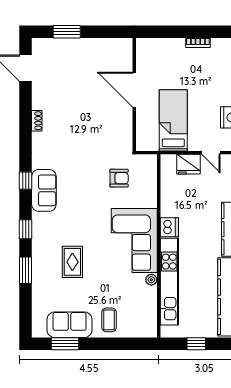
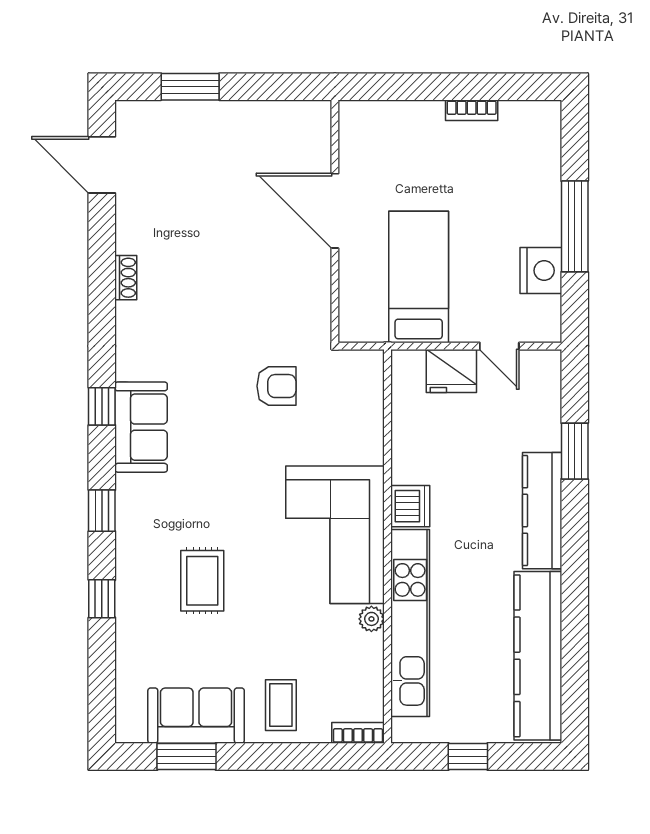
armchair: (119, 178) -> (276, 386), moved
window: (26, 270) -> (102, 599), width x0.67
bookcase: (145, 333) -> (358, 733), added

